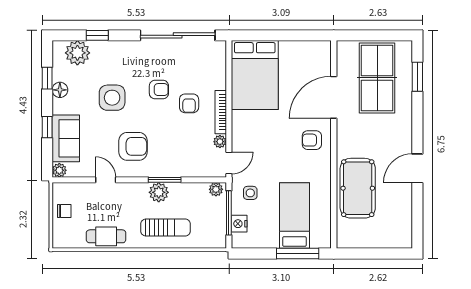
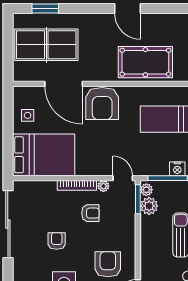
armchair: (189, 103) -> (90, 213), moved
armchair: (312, 140) -> (102, 103), width x1.88, depth x1.88
window: (165, 180) -> (138, 199), moved
plant: (159, 192) -> (149, 206), moved
side table: (250, 193) -> (28, 115), moved

